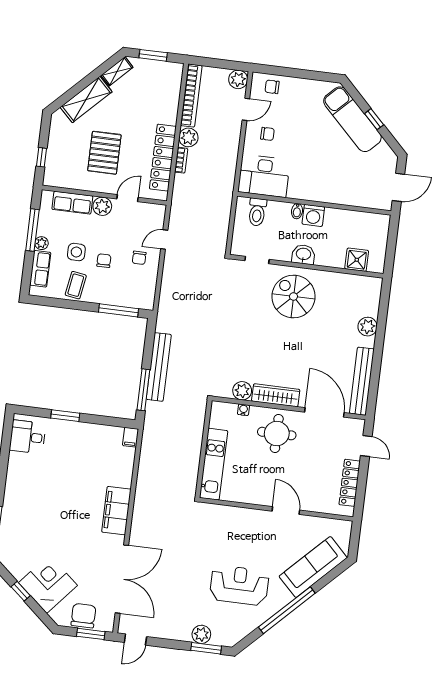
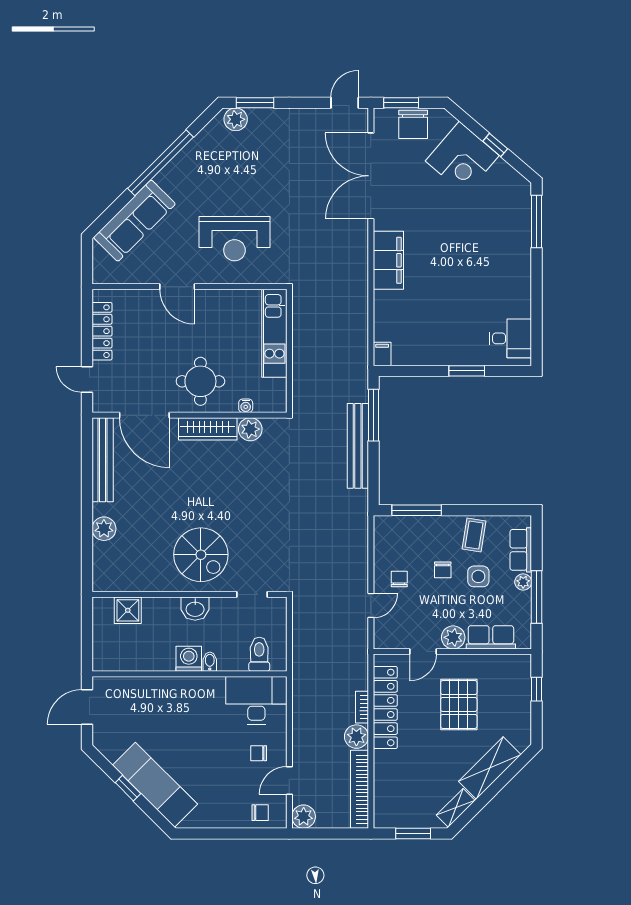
reception desk: (239, 585) -> (234, 239), moved
plant: (201, 634) -> (236, 119), moved

